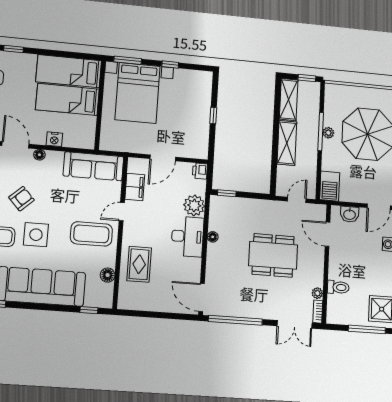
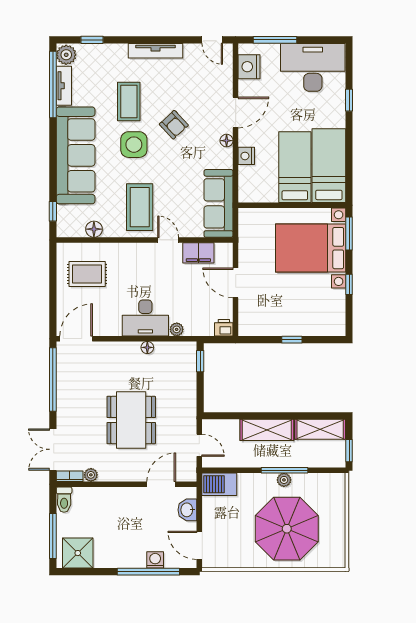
plant: (194, 205) -> (177, 329), width x0.53, depth x0.53
rug: (139, 264) -> (87, 274), moved
toilet: (338, 287) -> (64, 500), moved

